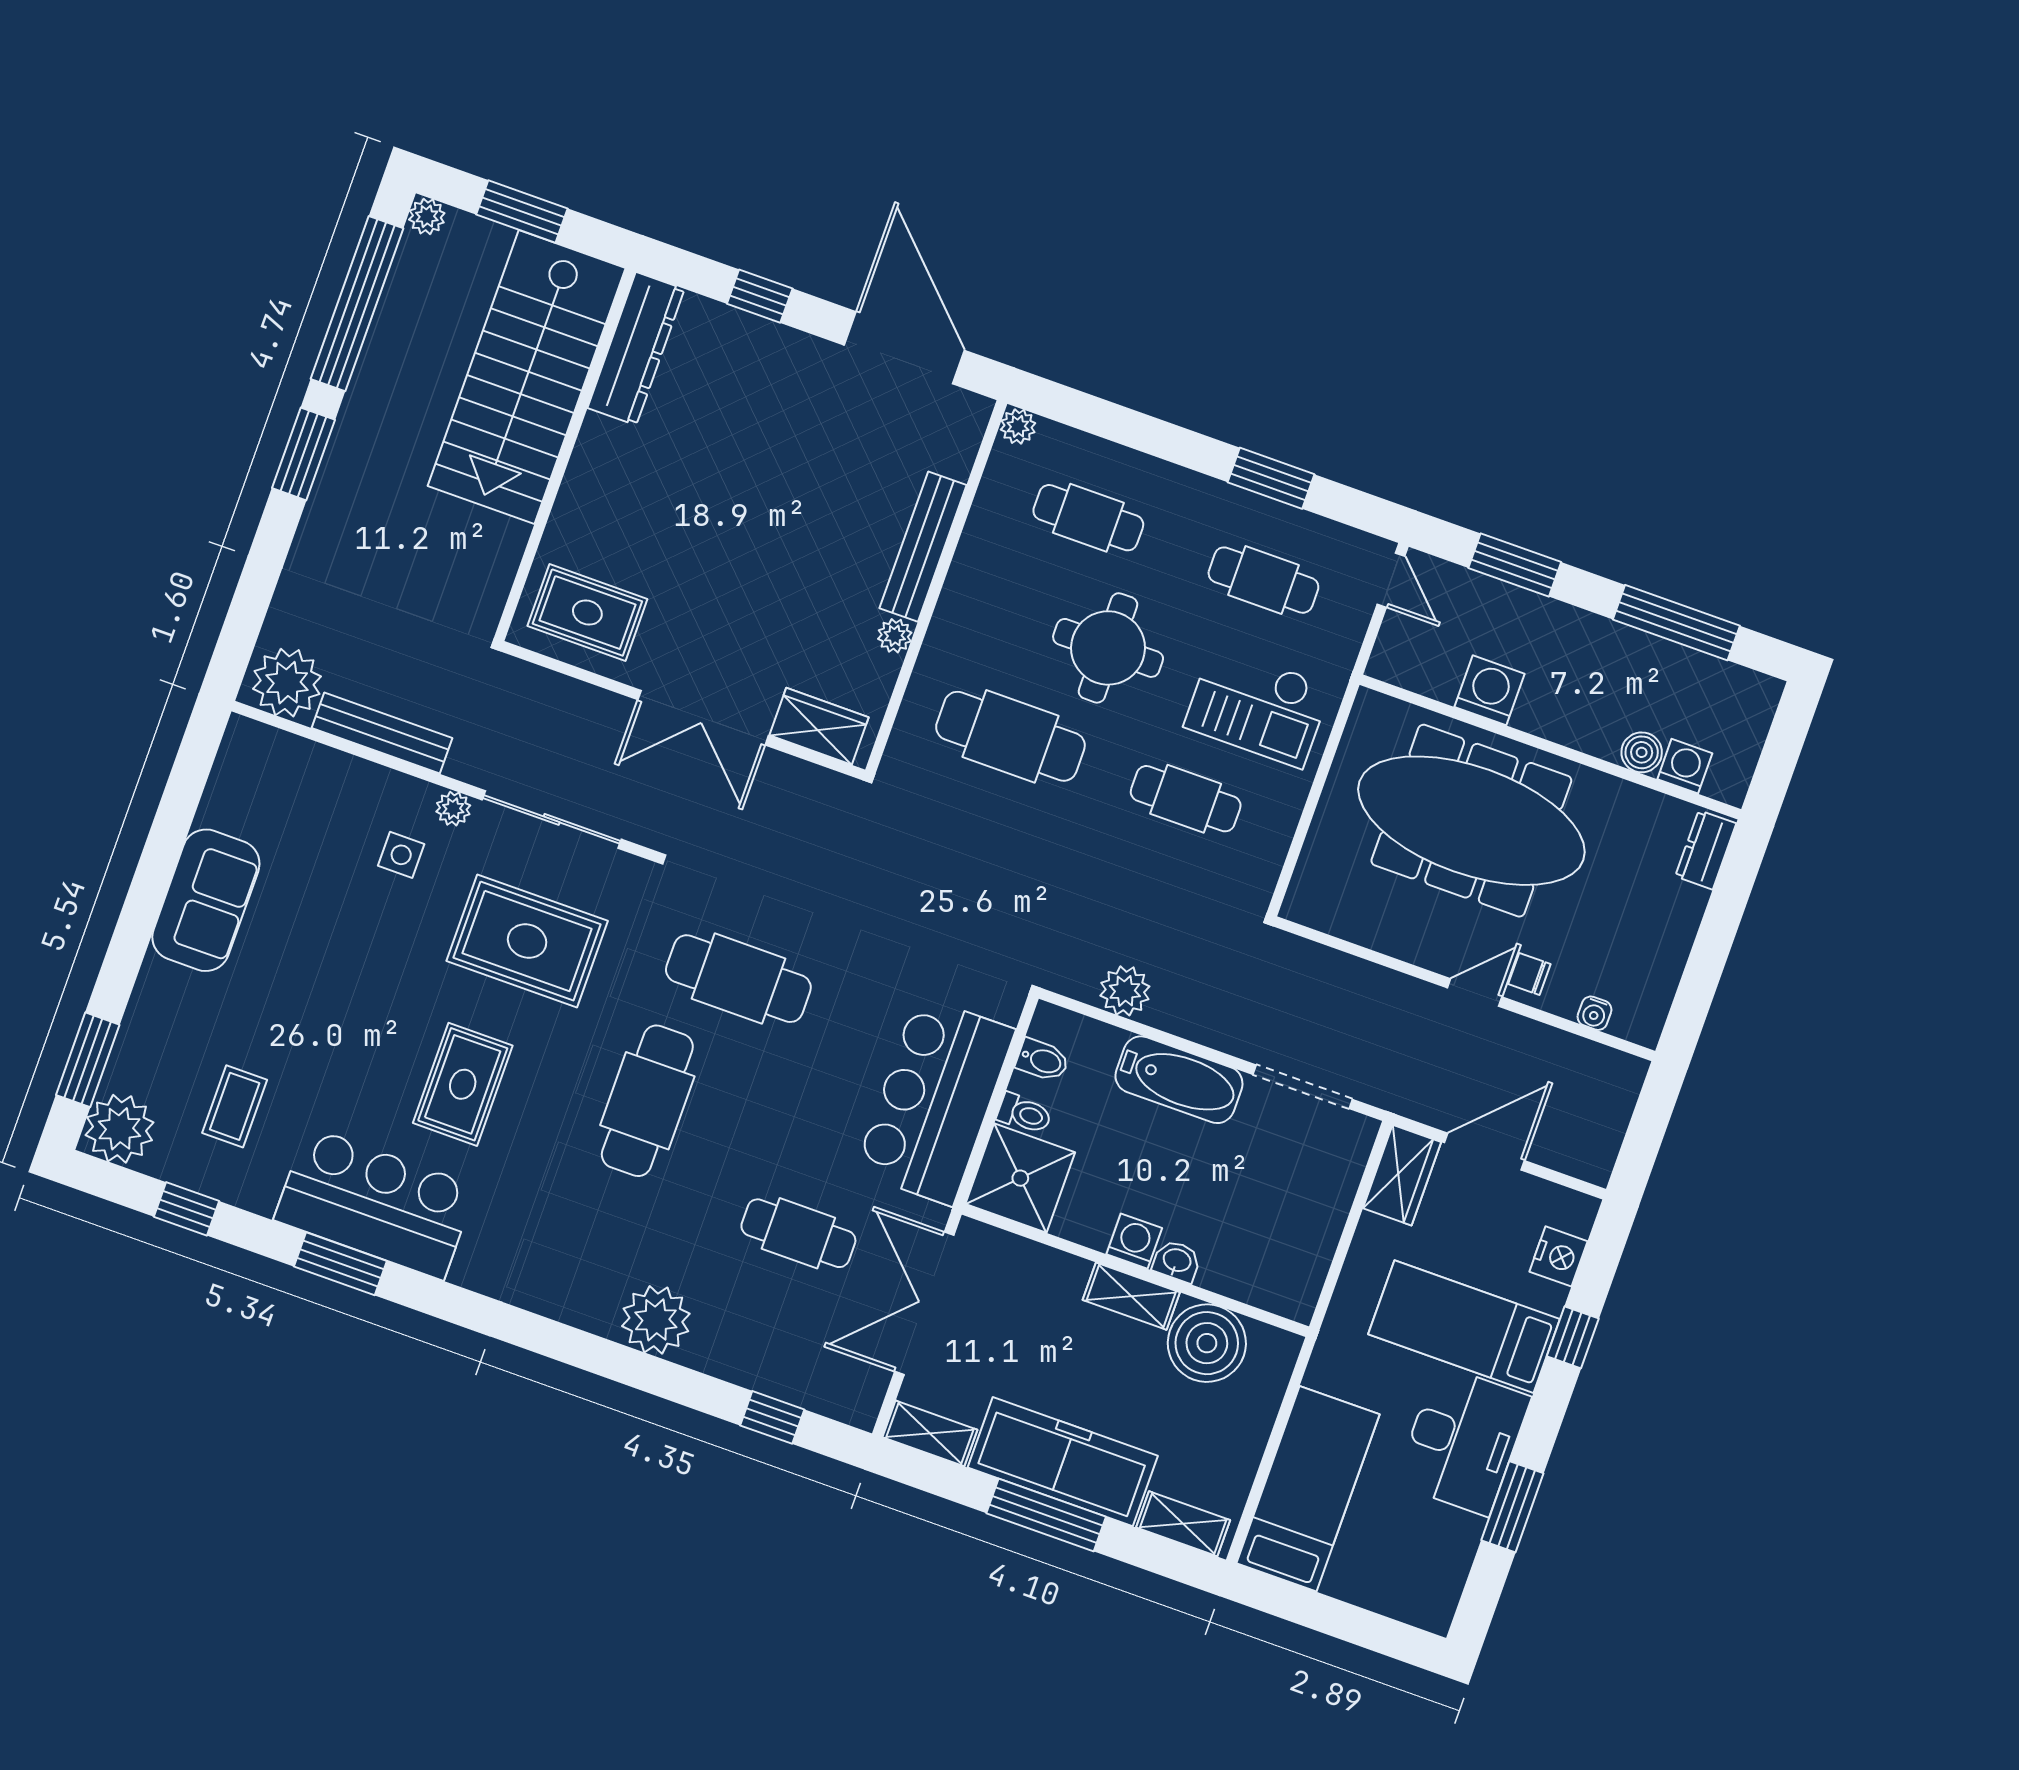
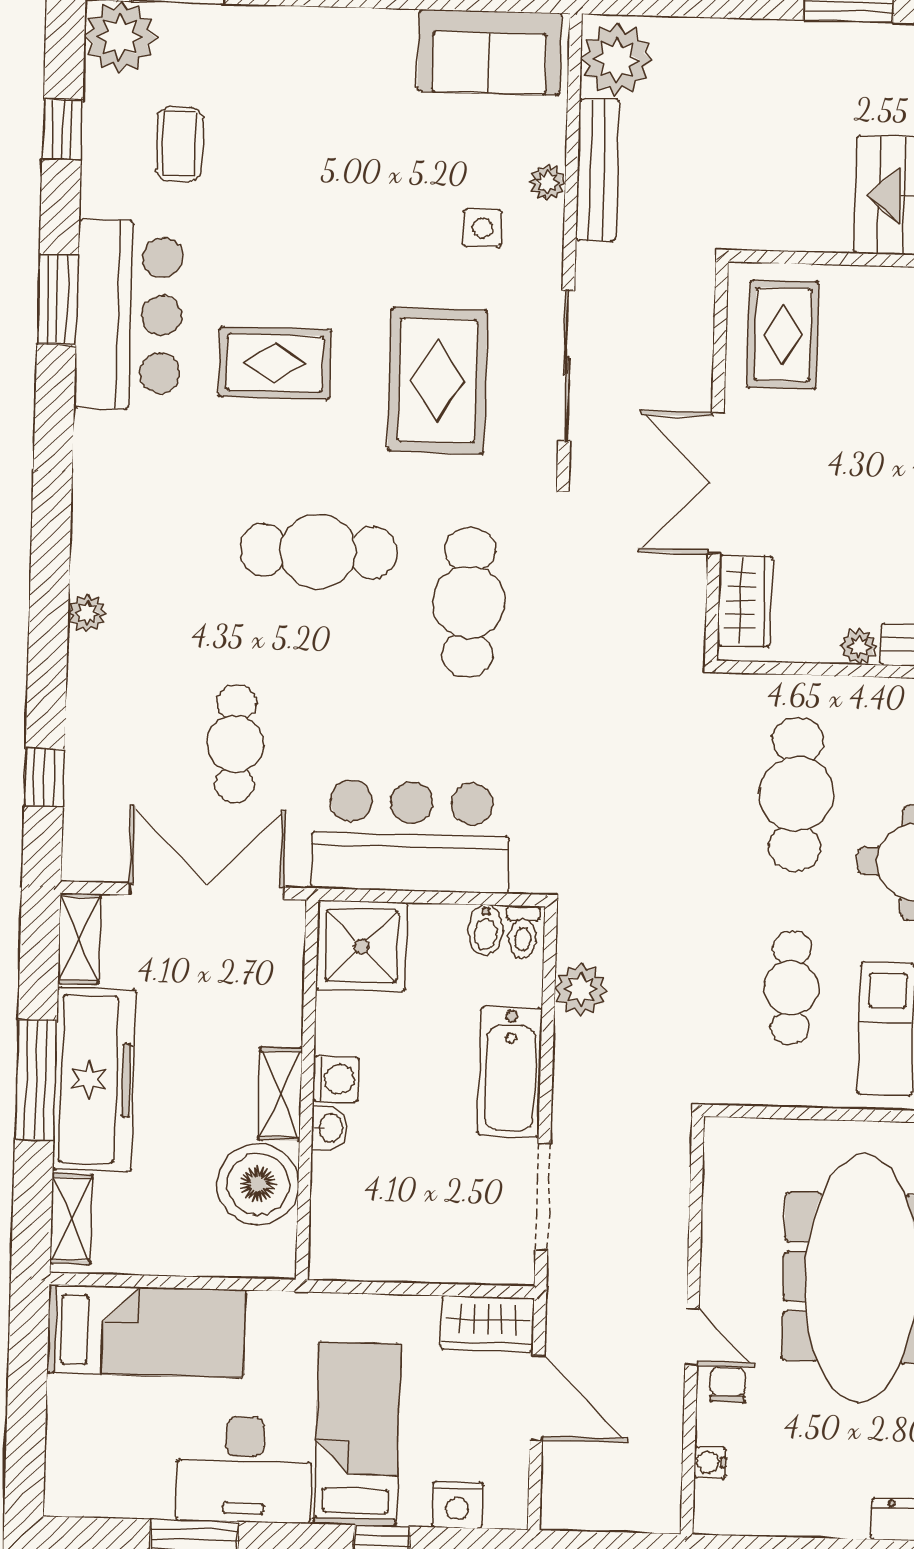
plant: (453, 809) -> (547, 182), moved
sofa: (206, 900) -> (489, 52), moved
coffee table: (235, 1106) -> (180, 144), turned 90
toilet: (1024, 1114) -> (523, 932), moved
plant: (656, 1320) -> (87, 613), width x0.53, depth x0.53

